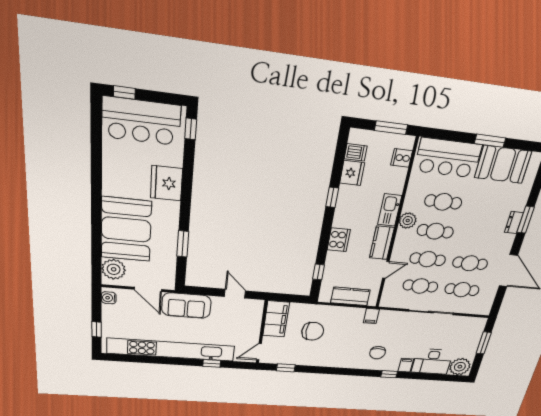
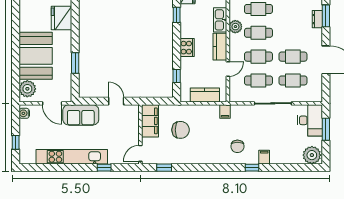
kitchen unit: (171, 350) -> (72, 157), width x0.73
desk: (432, 362) -> (310, 120), moved, turned -90

